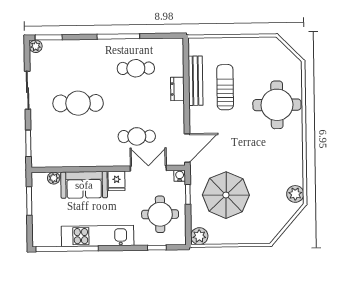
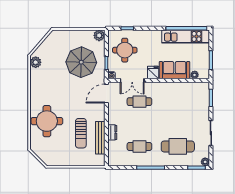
cafe table: (78, 103) -> (178, 146), moved
kitchen unit: (98, 236) -> (186, 36), moved

